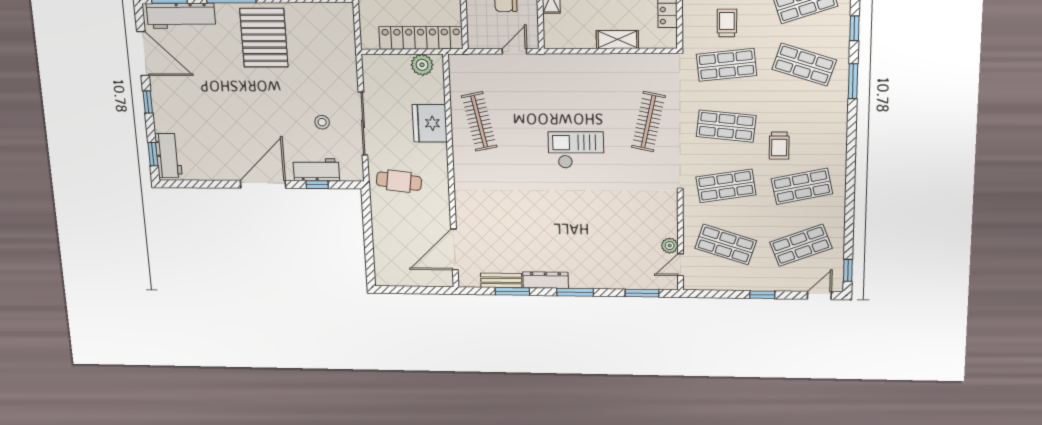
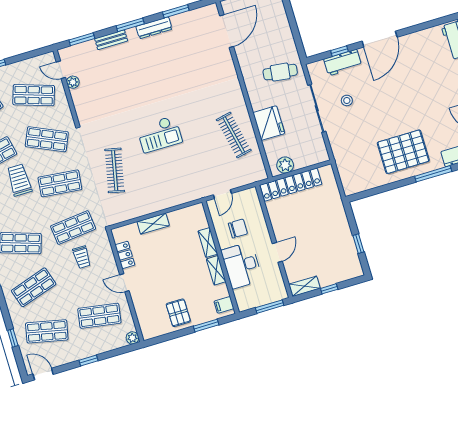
pallet: (264, 38) -> (403, 152), turned 90
trolley: (779, 146) -> (19, 180), width x1.36, depth x1.39
shop shelf: (726, 186) -> (47, 139), turned 33
door: (680, 265) -> (61, 70), swing flipped
bench: (501, 280) -> (111, 40), moved

